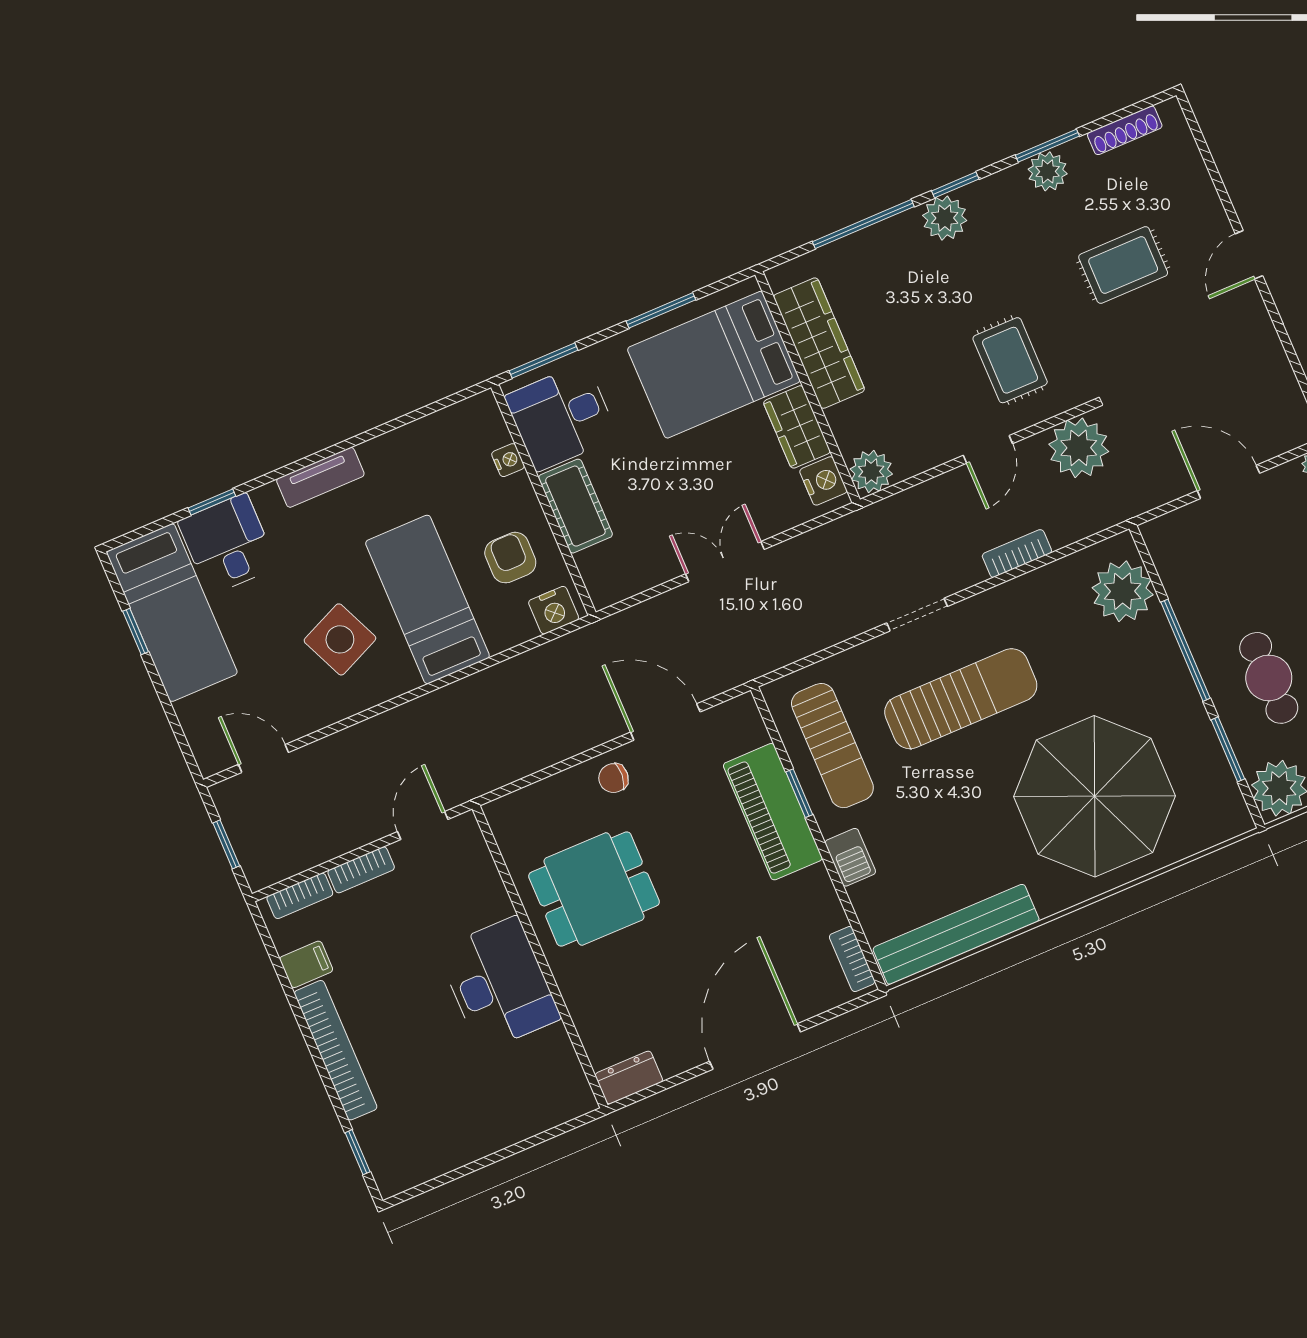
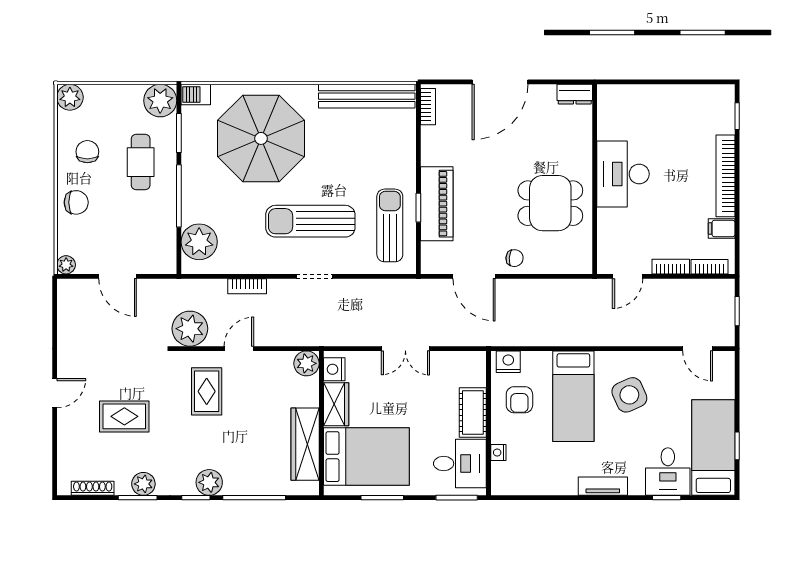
barbecue: (850, 857) -> (196, 95), moved, turned -90

